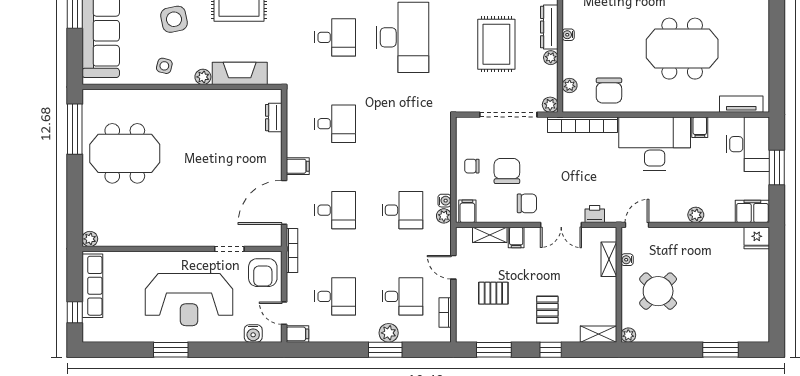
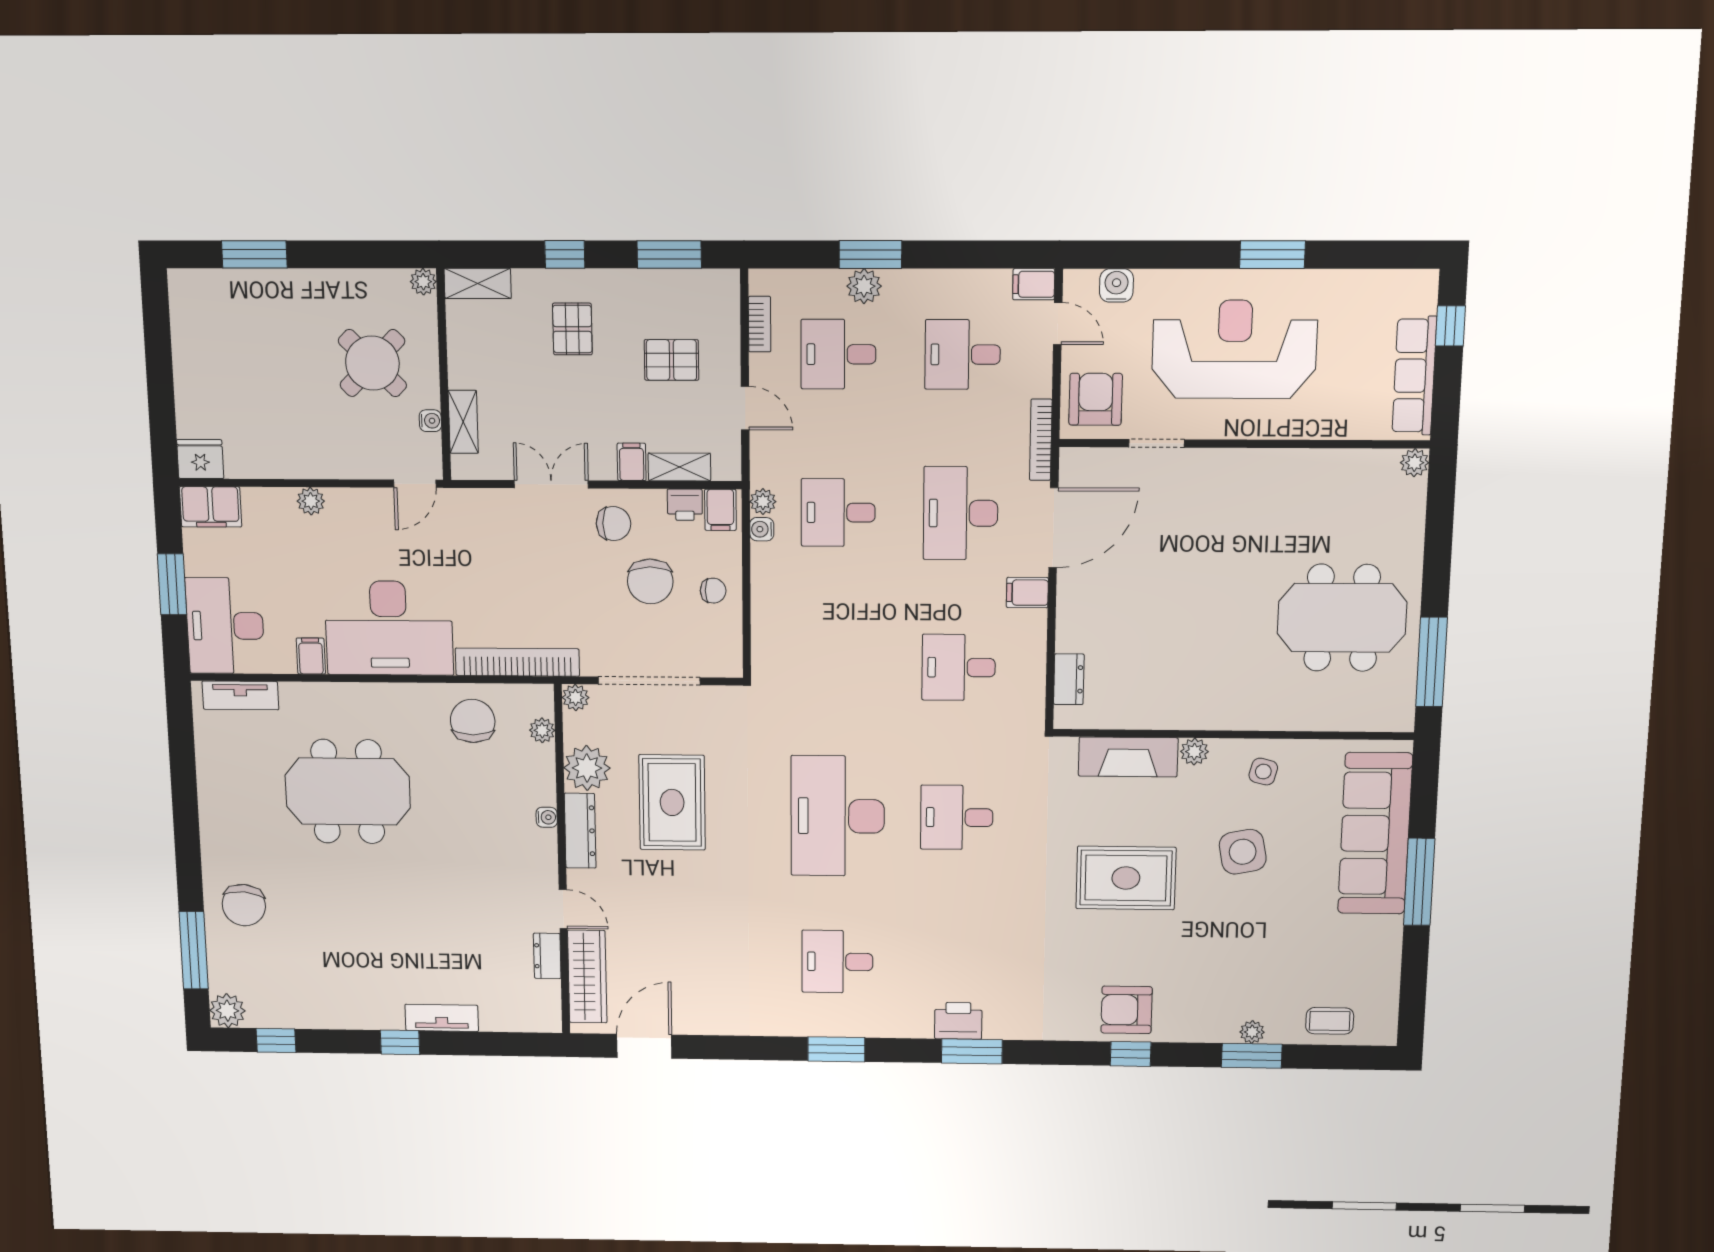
plant: (551, 58) -> (587, 768), width x1.87, depth x1.87
chair: (527, 203) -> (613, 524), turned 180
desk: (335, 210) -> (961, 513), width x1.37
printer: (595, 214) -> (685, 505), moved

